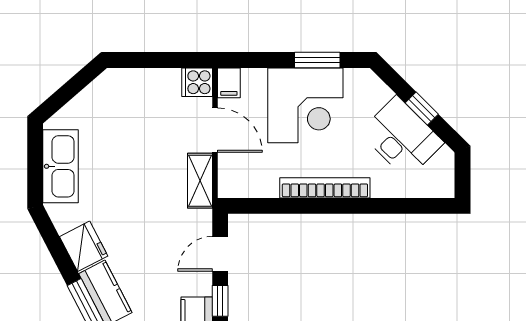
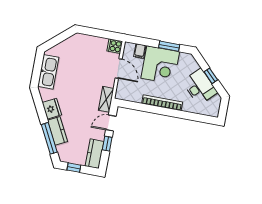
filing cabinet: (229, 83) -> (140, 51), moved
shelving: (200, 181) -> (106, 99), moved

